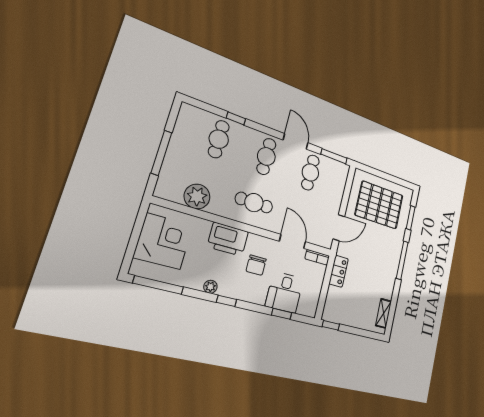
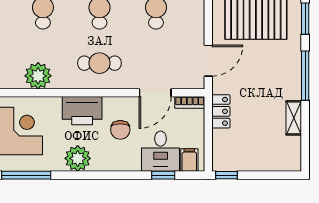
door: (293, 241) -> (155, 93), swing flipped
plant: (210, 287) -> (78, 158), width x1.88, depth x1.88
window: (226, 301) -> (98, 175), removed
filing cabinet: (305, 306) -> (189, 160), added
shelving: (384, 313) -> (294, 118), moved

